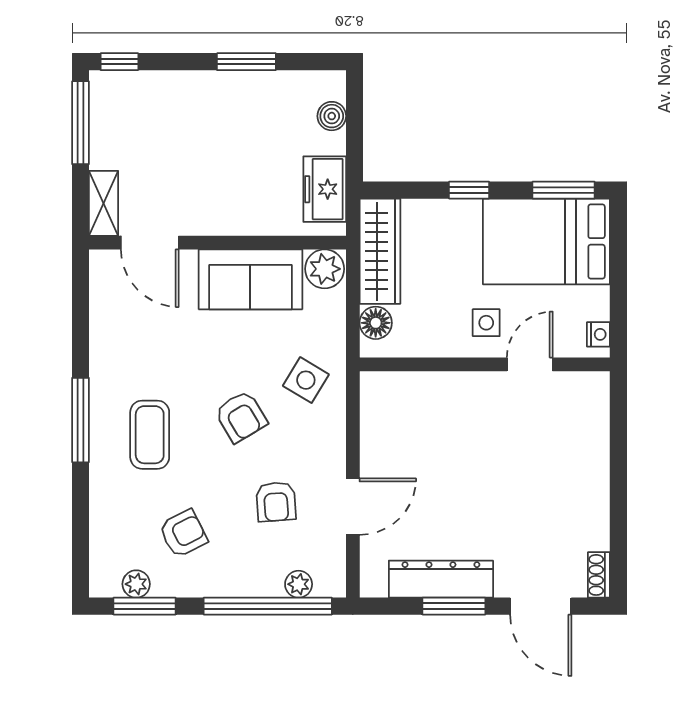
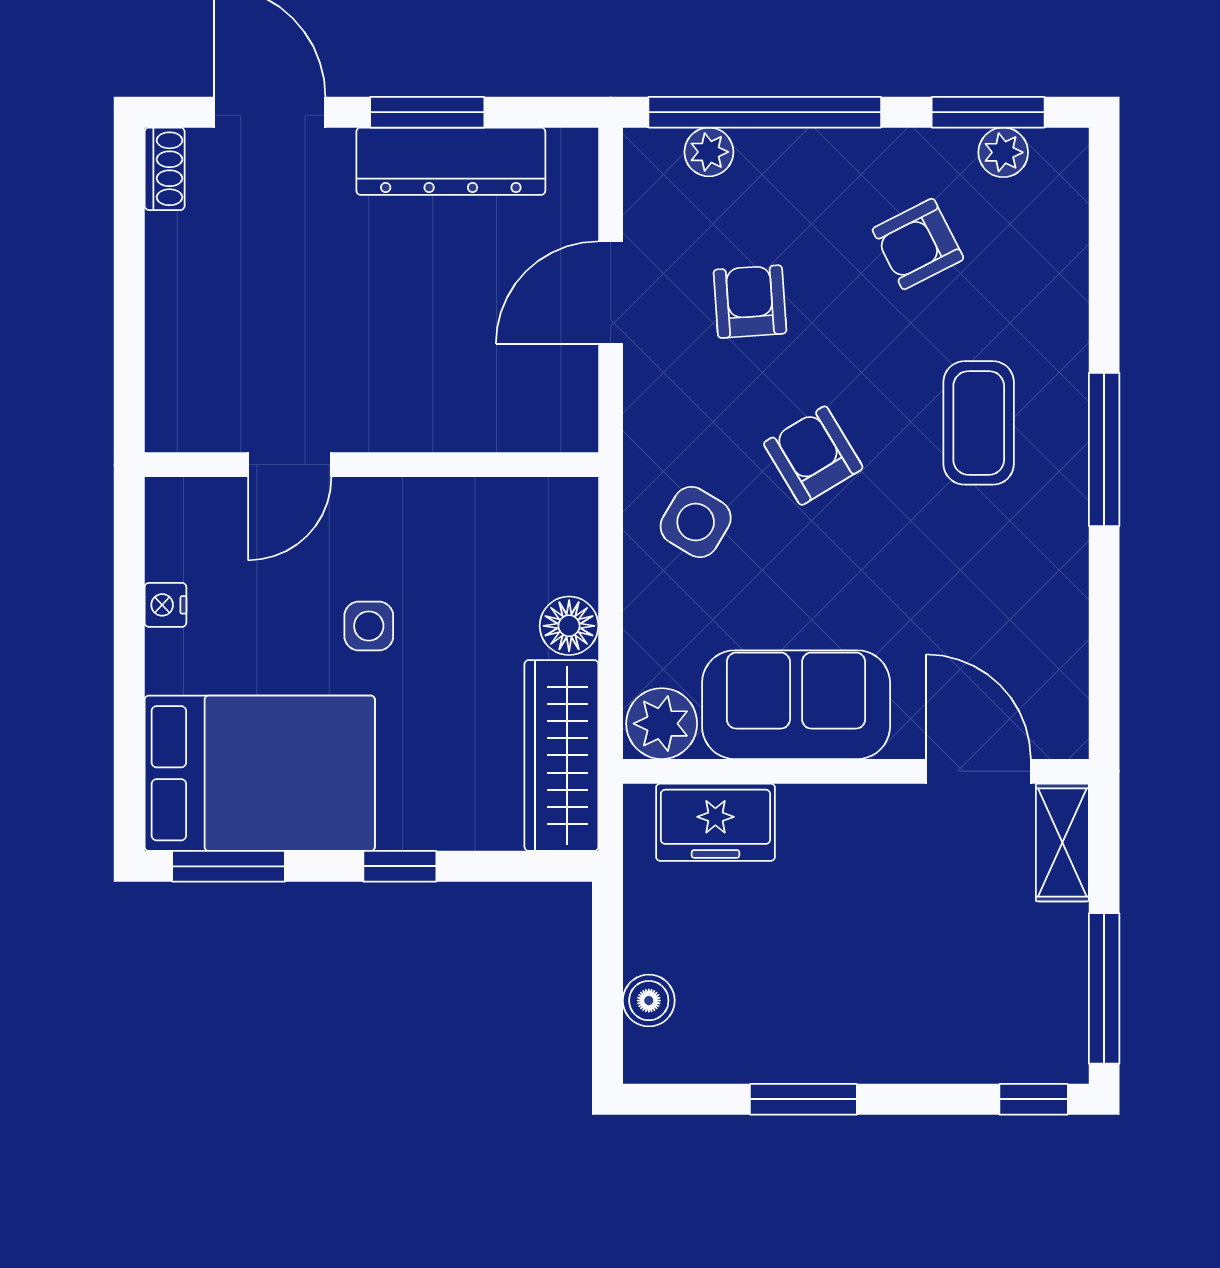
freezer: (325, 189) -> (715, 822), moved, turned 90
wall: (485, 364) -> (371, 465), moved
door: (530, 364) -> (290, 465), moved

